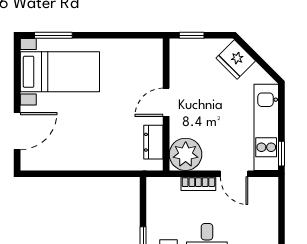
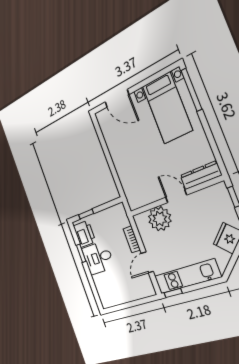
window: (53, 35) -> (191, 90), width x1.44
dresser: (153, 142) -> (201, 175), moved, width x1.44
plant: (186, 154) -> (160, 219), moved

